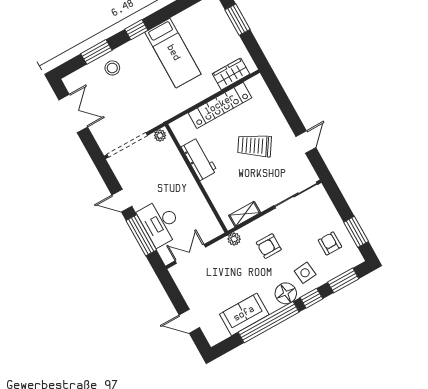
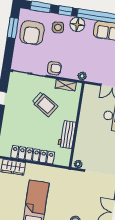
trolley: (255, 146) -> (45, 104), moved
armchair: (330, 243) -> (32, 33), width x1.88, depth x1.88
armchair: (269, 246) -> (54, 68), moved

